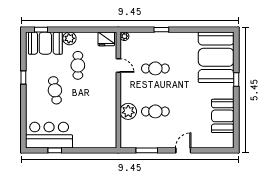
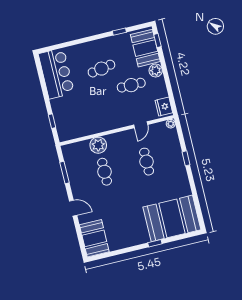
window: (23, 78) -> (119, 32), moved
booth: (223, 116) -> (94, 238), moved, turned 90
window: (55, 150) -> (52, 121), moved

